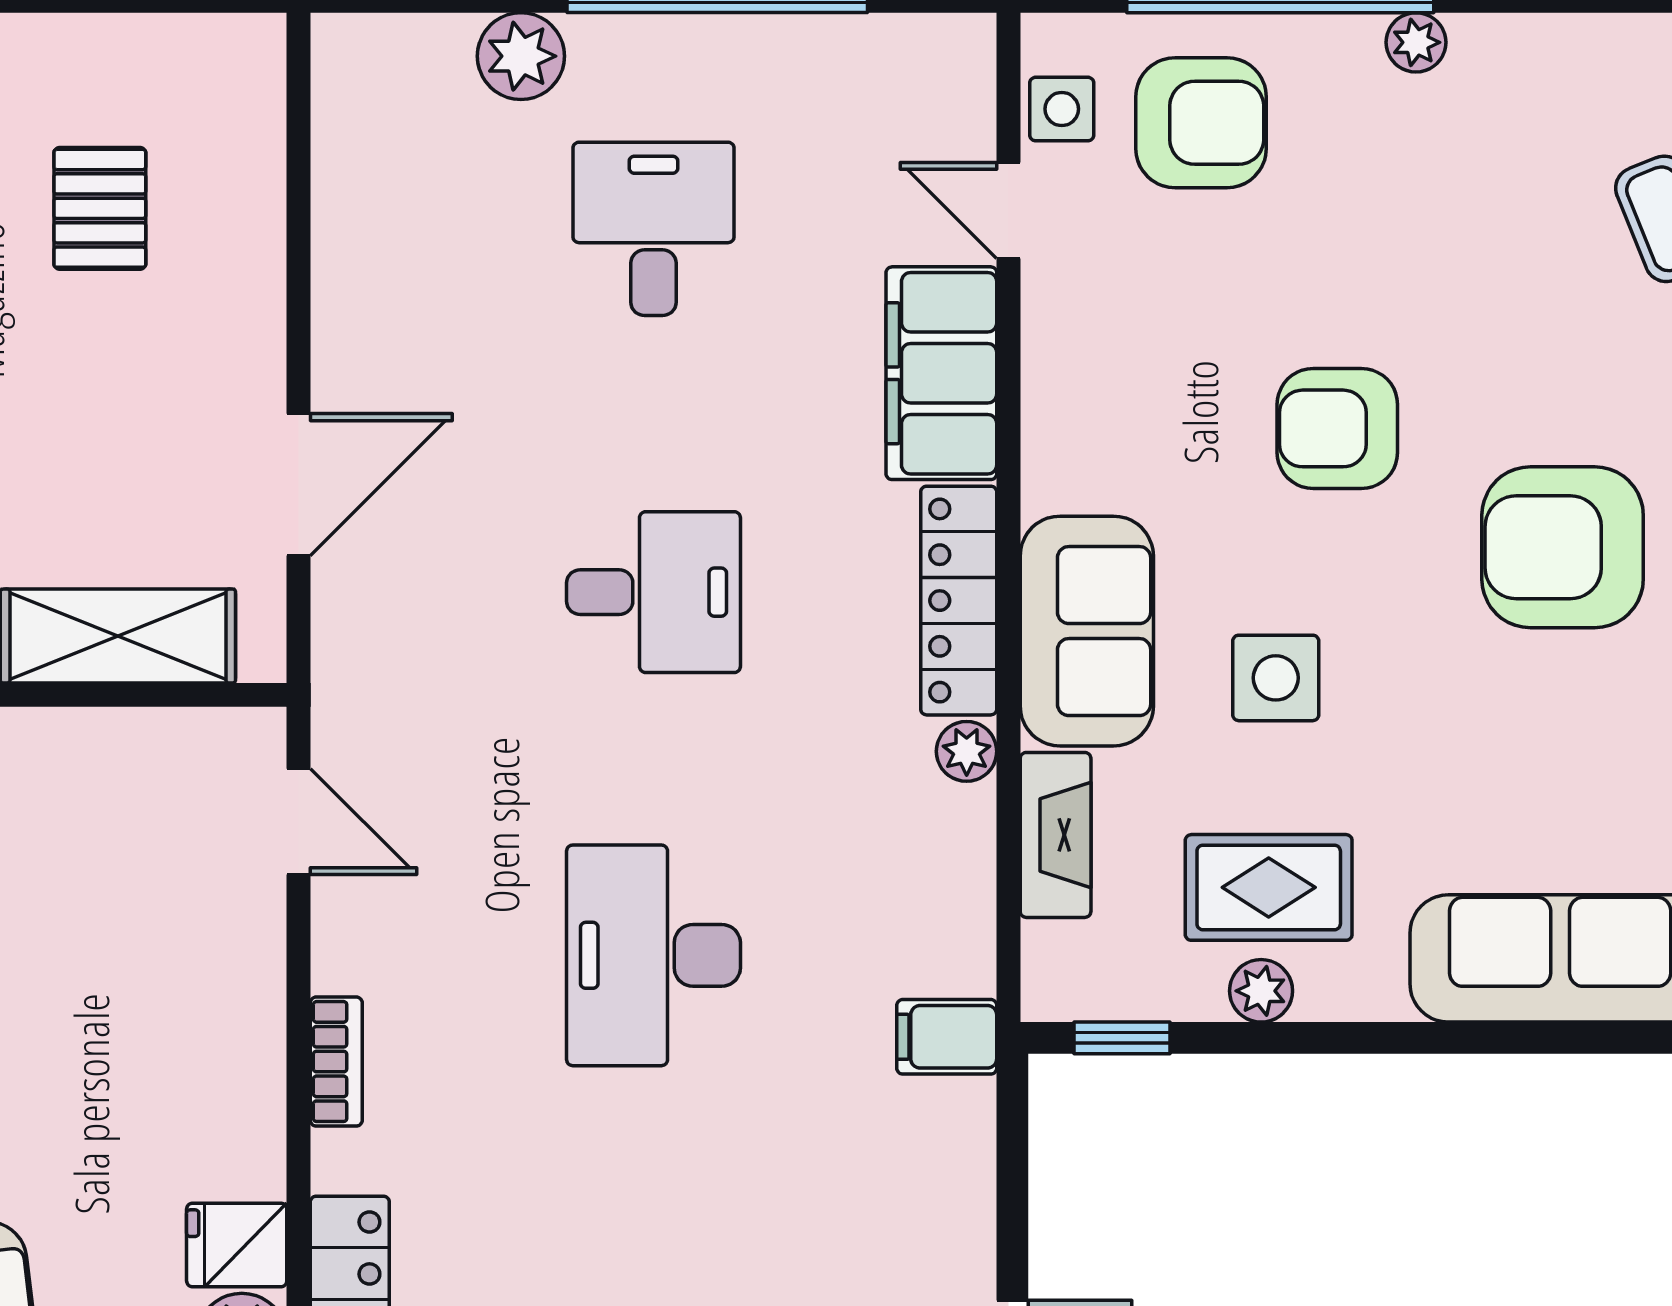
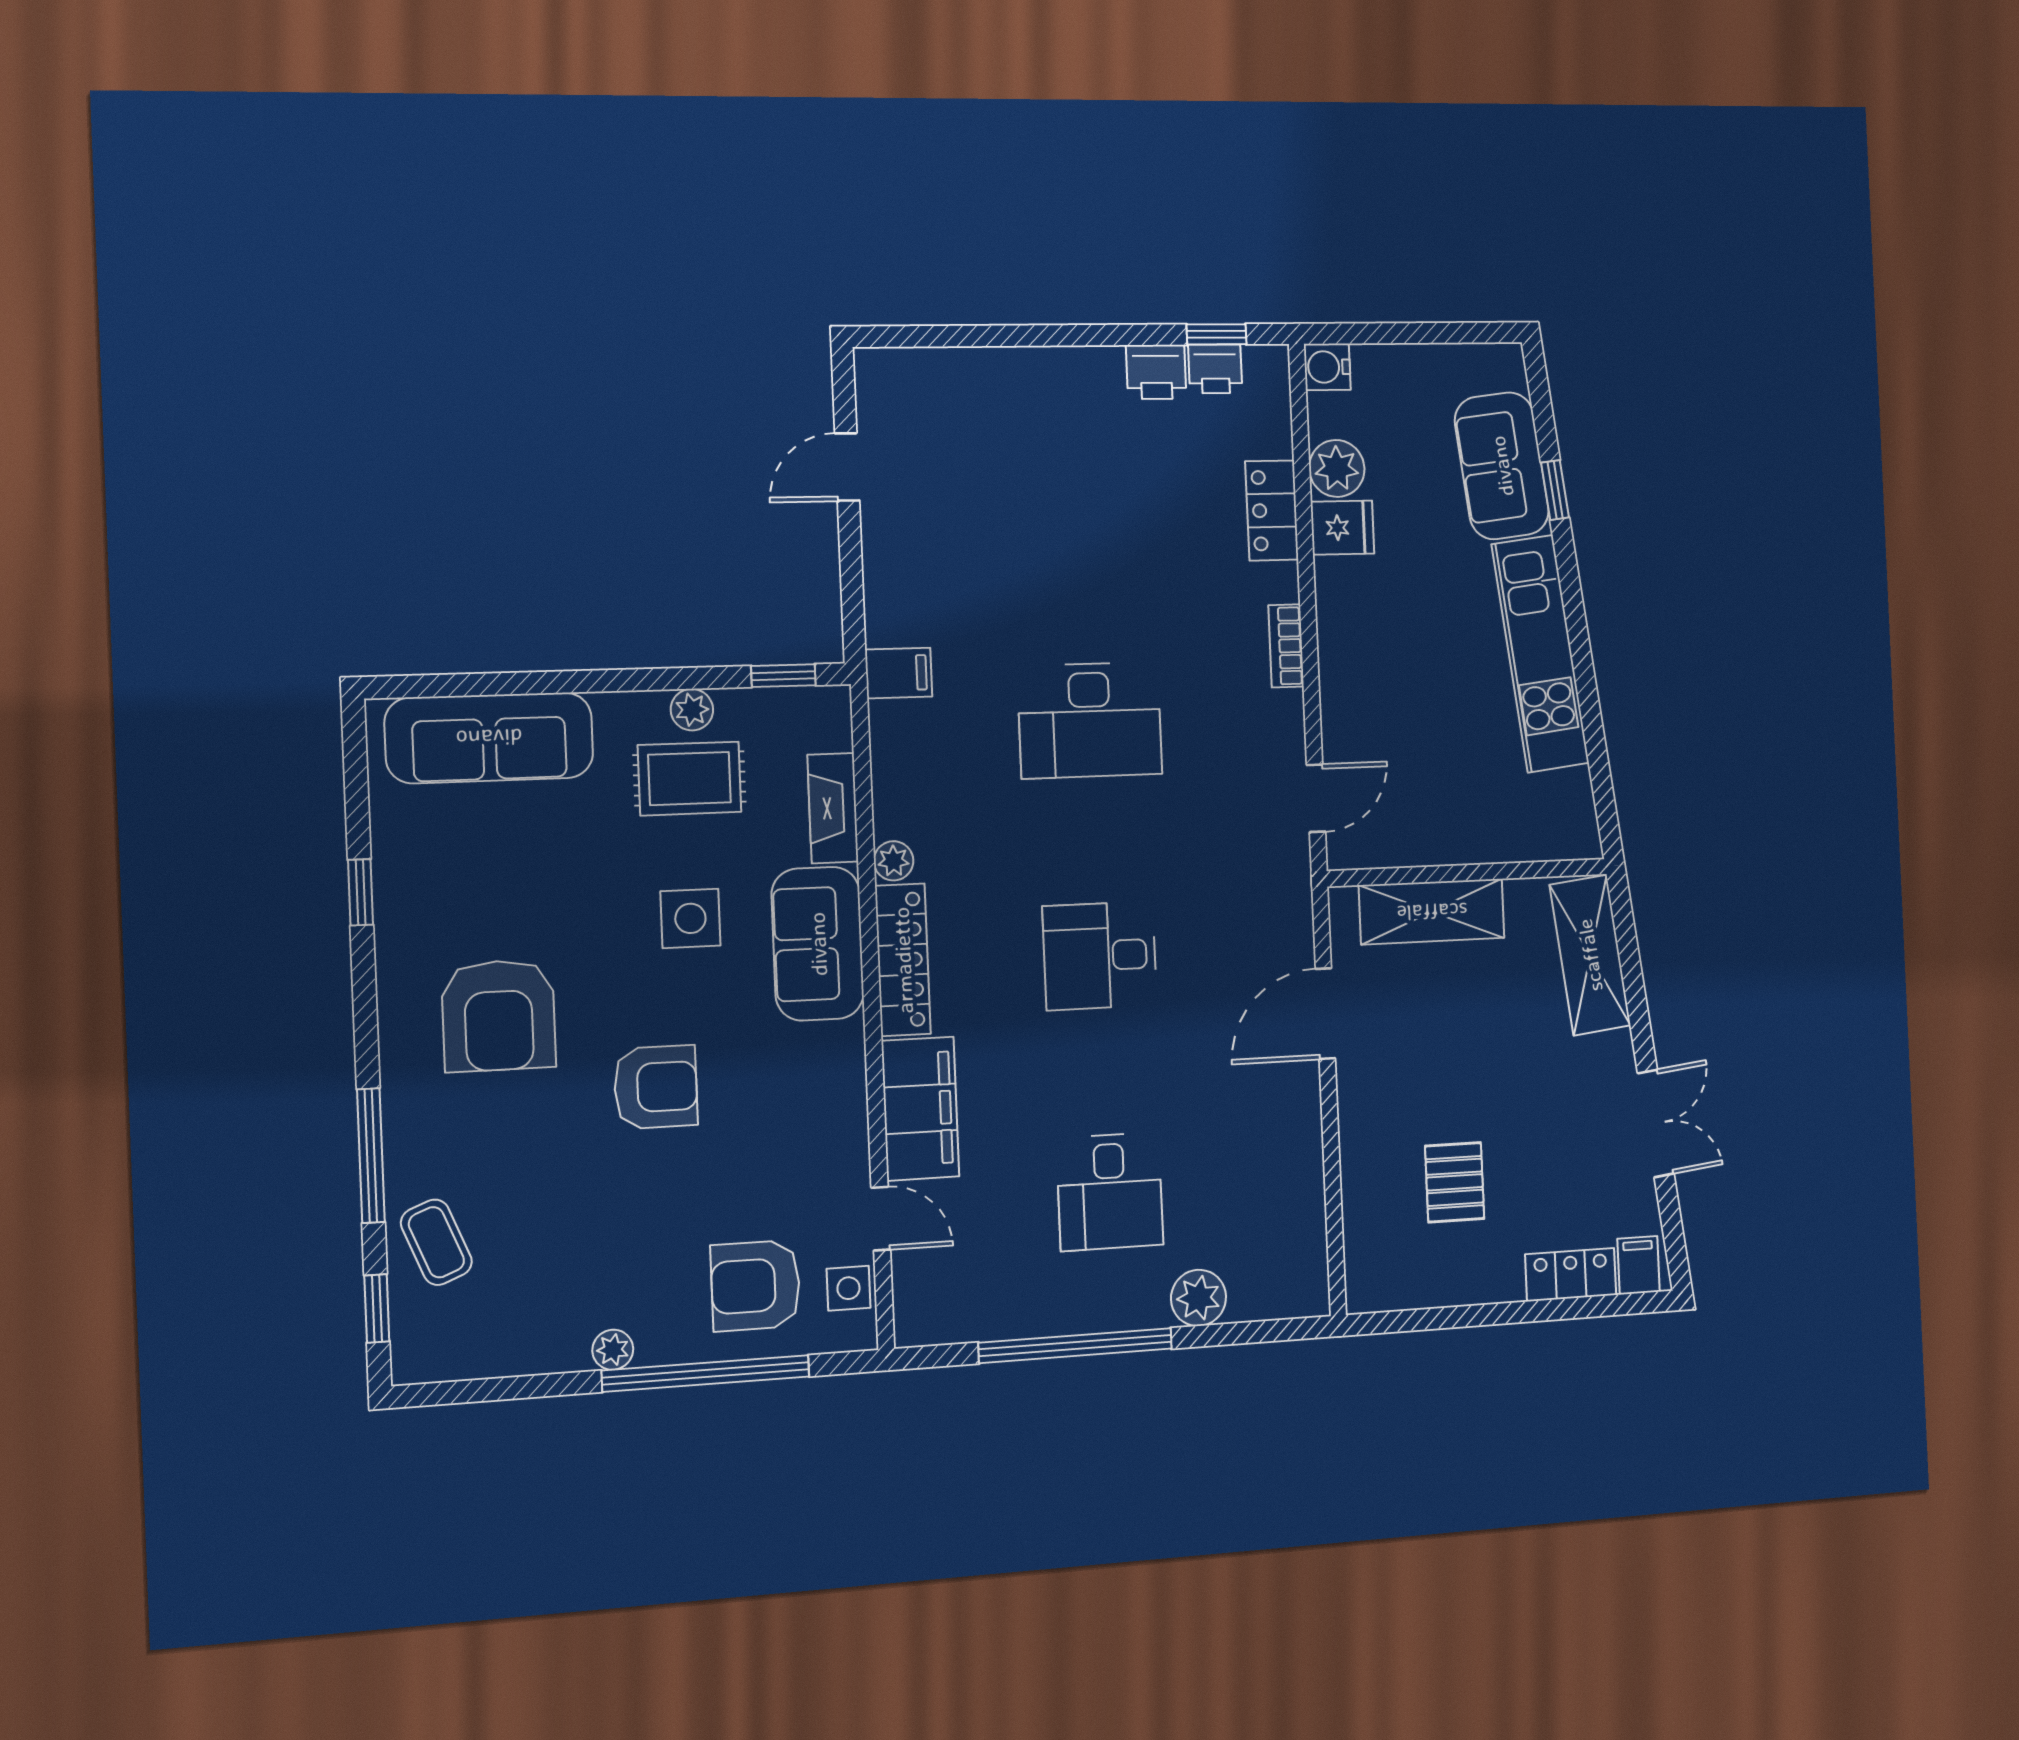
armchair: (1563, 547) -> (499, 1015), turned 90
door: (299, 822) -> (1316, 798), swing flipped
desk: (653, 955) -> (1090, 720), turned 90

